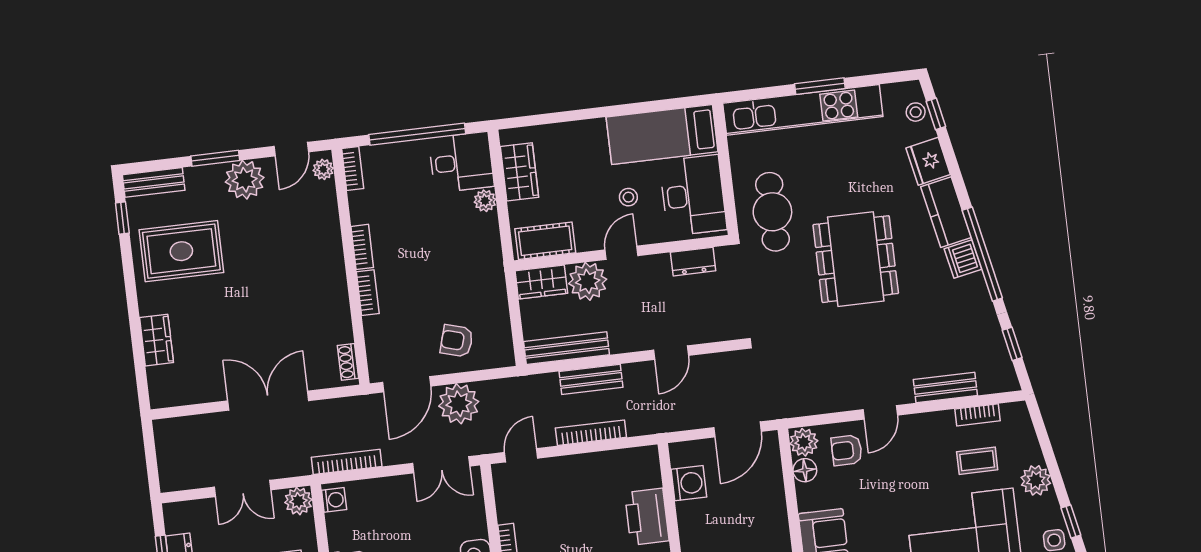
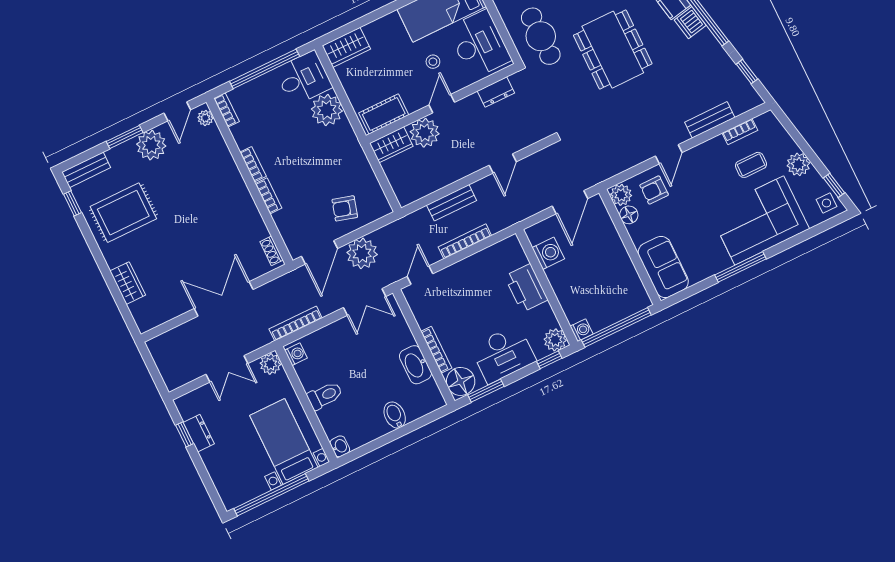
wardrobe: (519, 172) -> (346, 47), moved, turned 90
plant: (485, 201) -> (327, 110), width x1.87, depth x1.87
bench: (566, 348) -> (426, 186), removed

